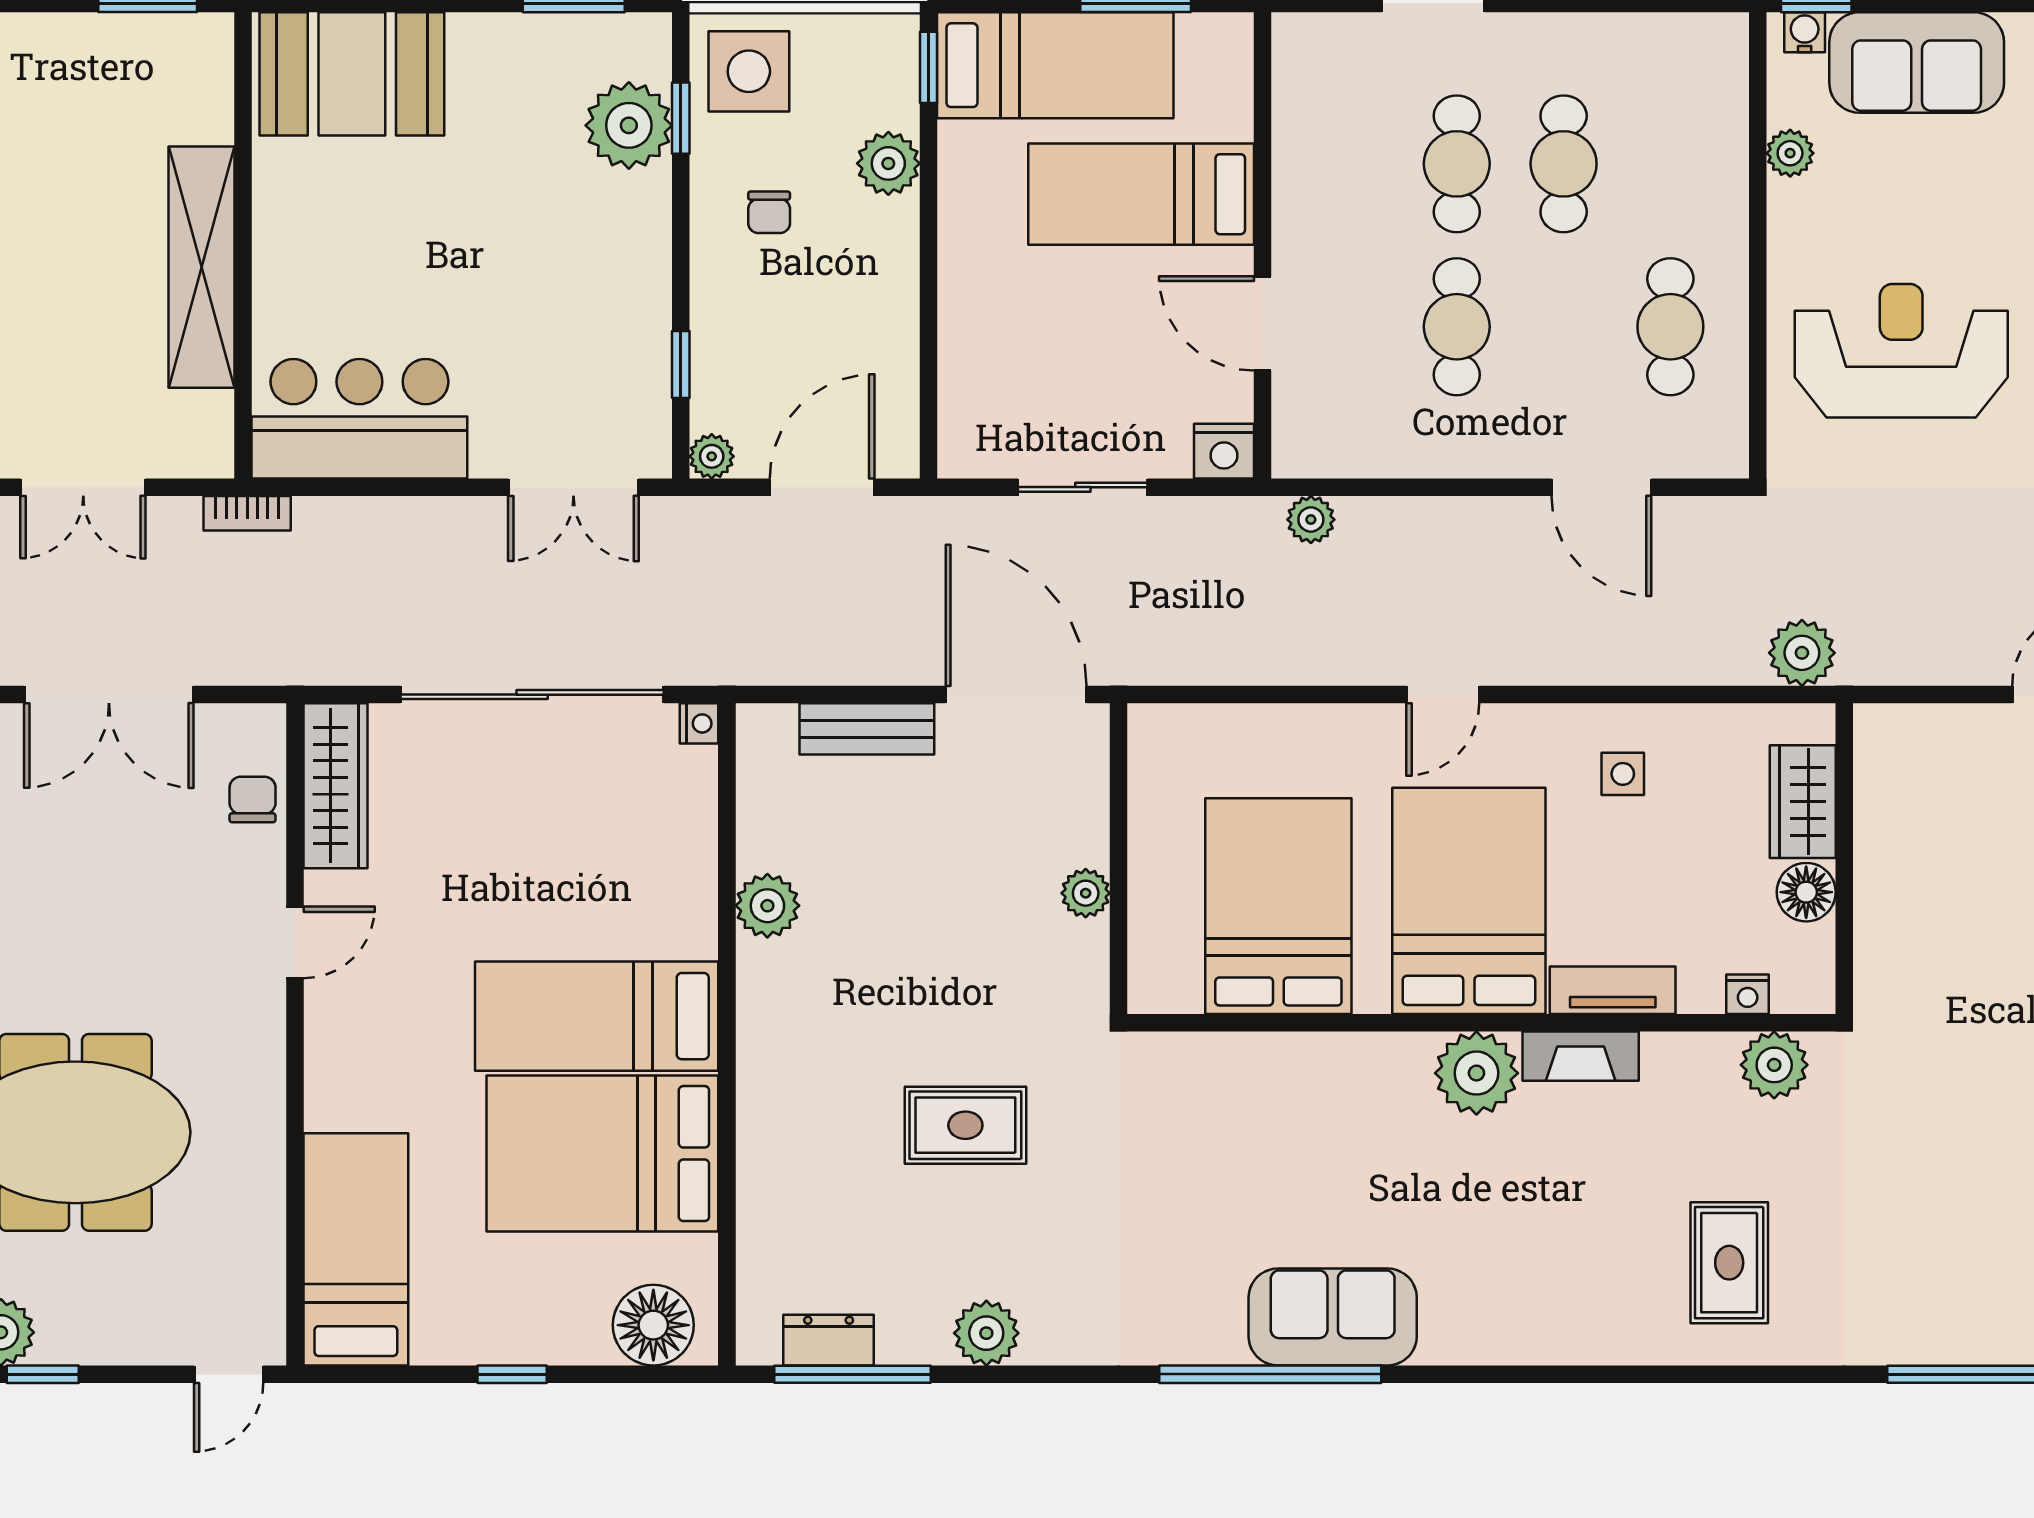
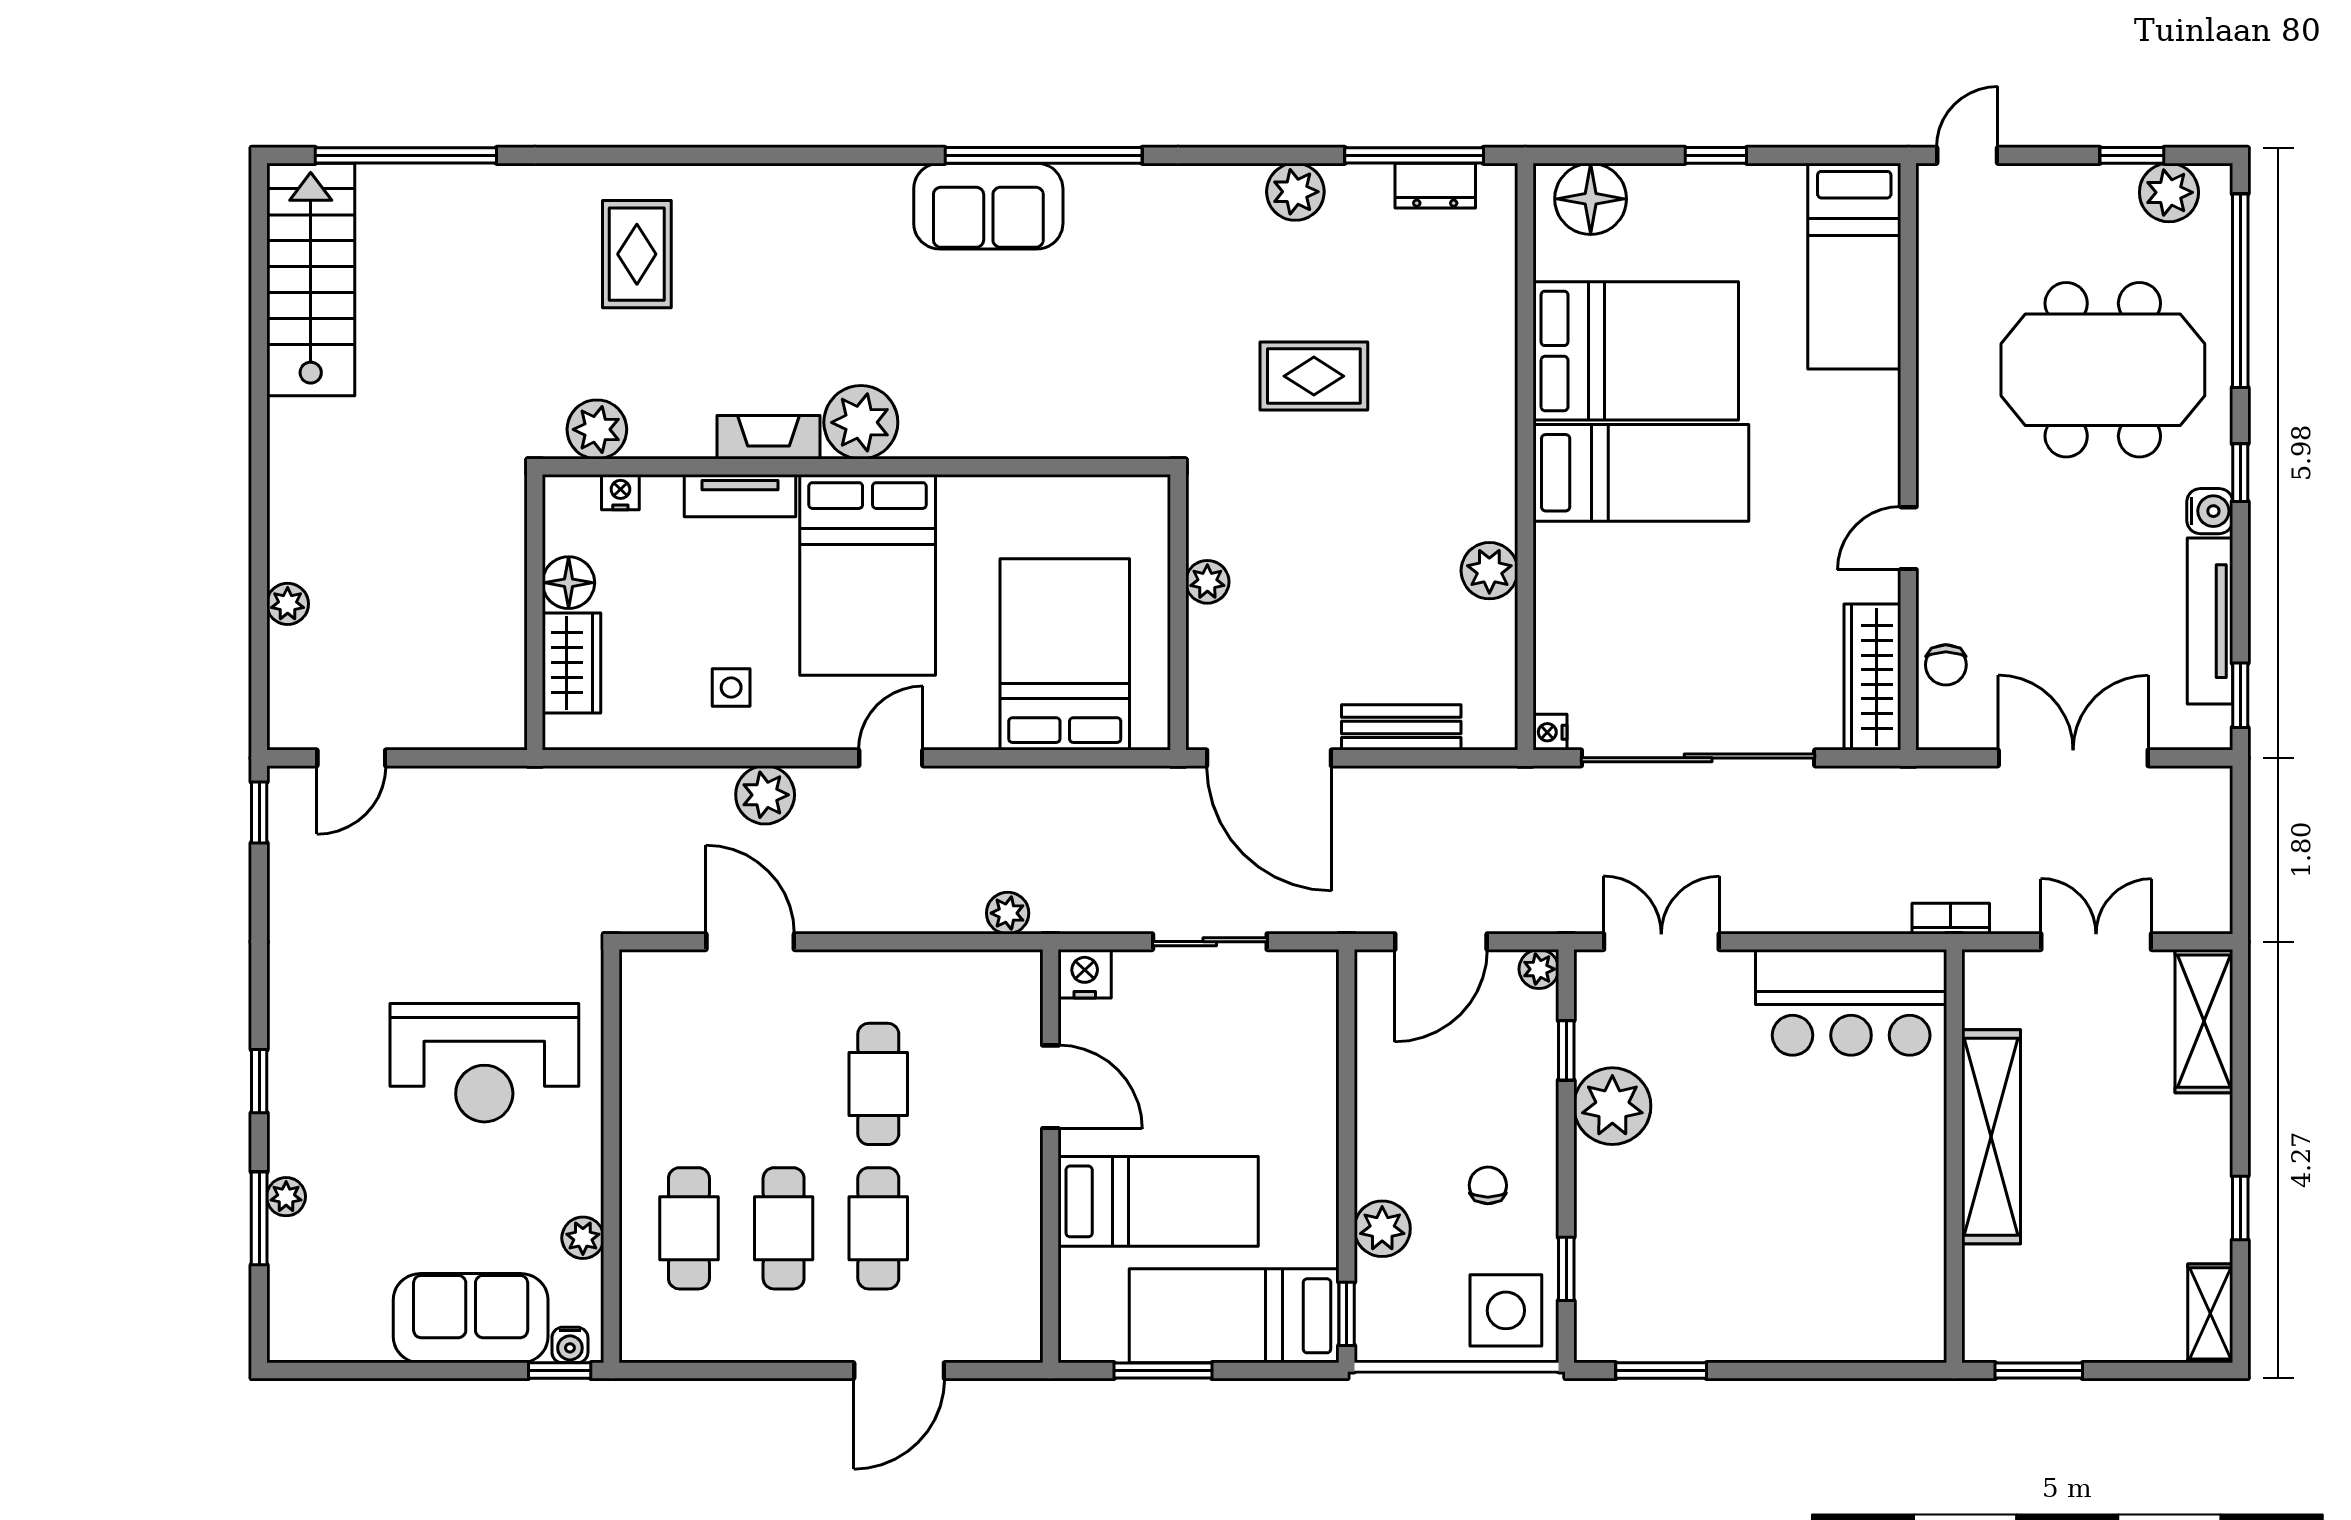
booth: (352, 74) -> (1858, 1308), removed
plant: (629, 125) -> (1612, 1106), moved
cafe table: (1670, 327) -> (689, 1228), moved
plant: (1802, 653) -> (765, 795), moved
bed: (1278, 906) -> (1065, 654), moved, turned 180

